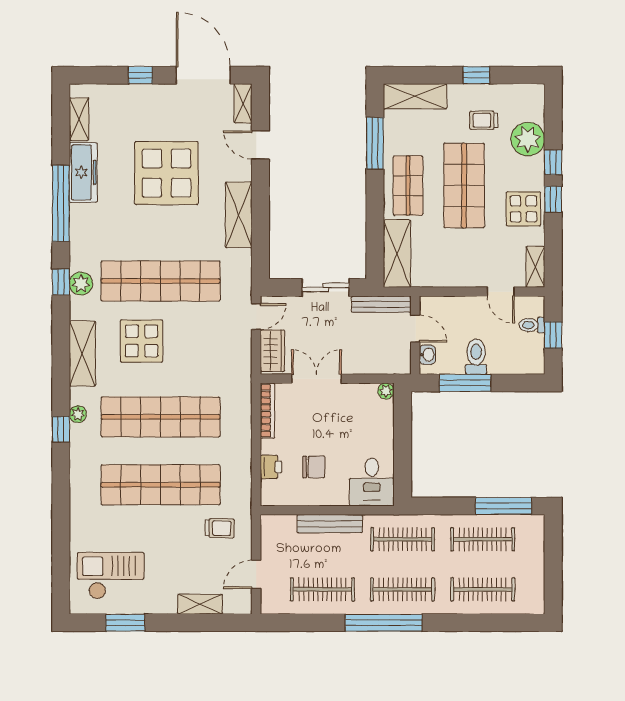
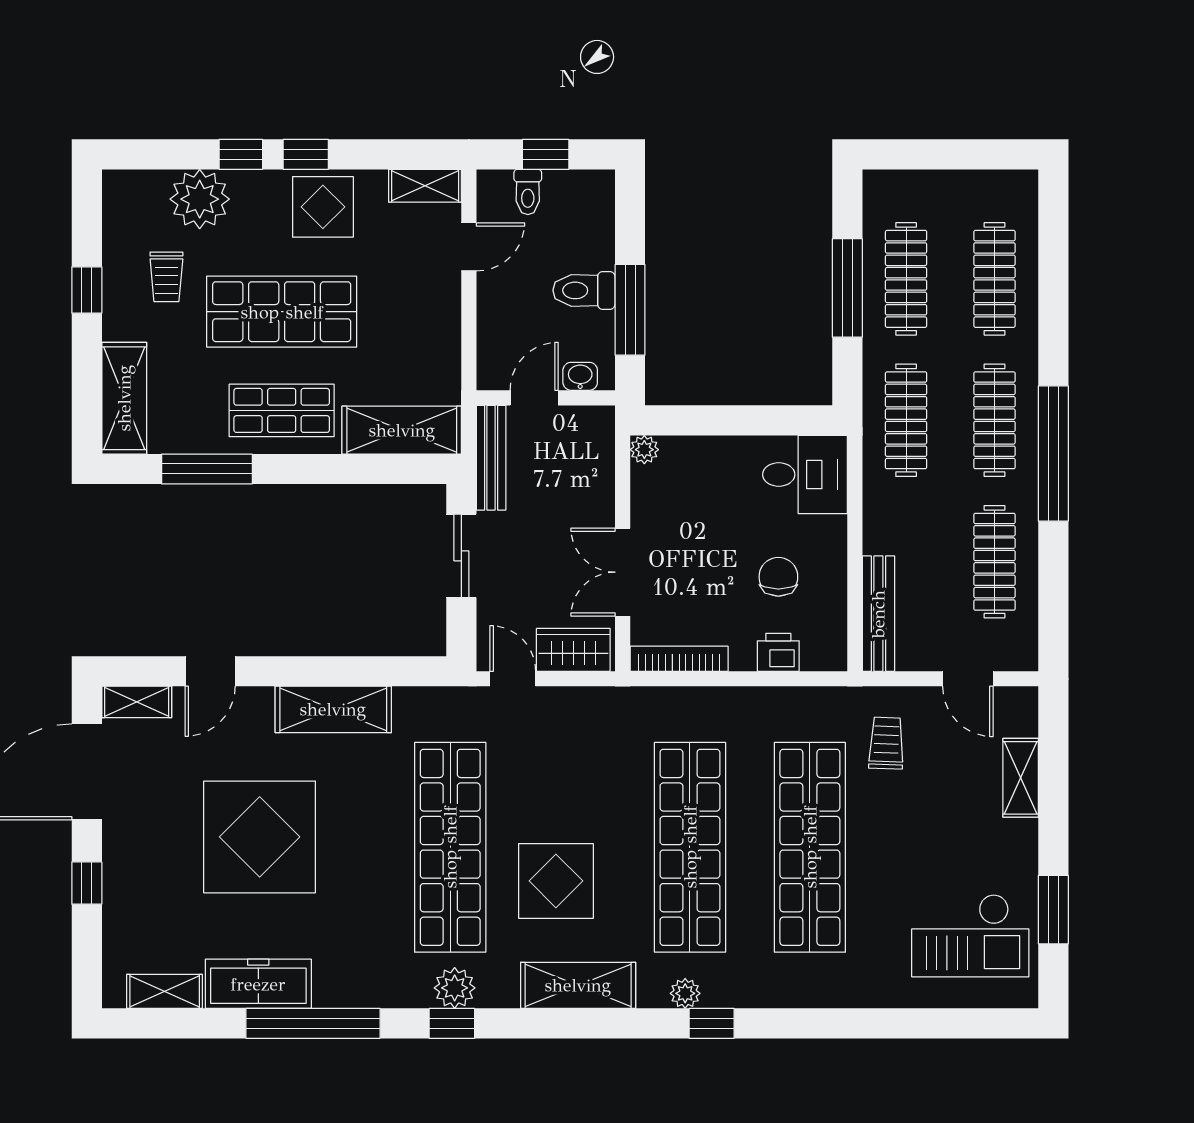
window: (504, 506) -> (847, 288), moved
bench: (330, 524) -> (878, 614), moved
checkout: (111, 576) -> (970, 936), turned -90

